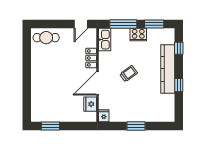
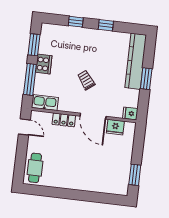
window: (179, 48) -> (76, 22), moved
kitchen counter: (168, 69) -> (136, 61), moved, turned 90

